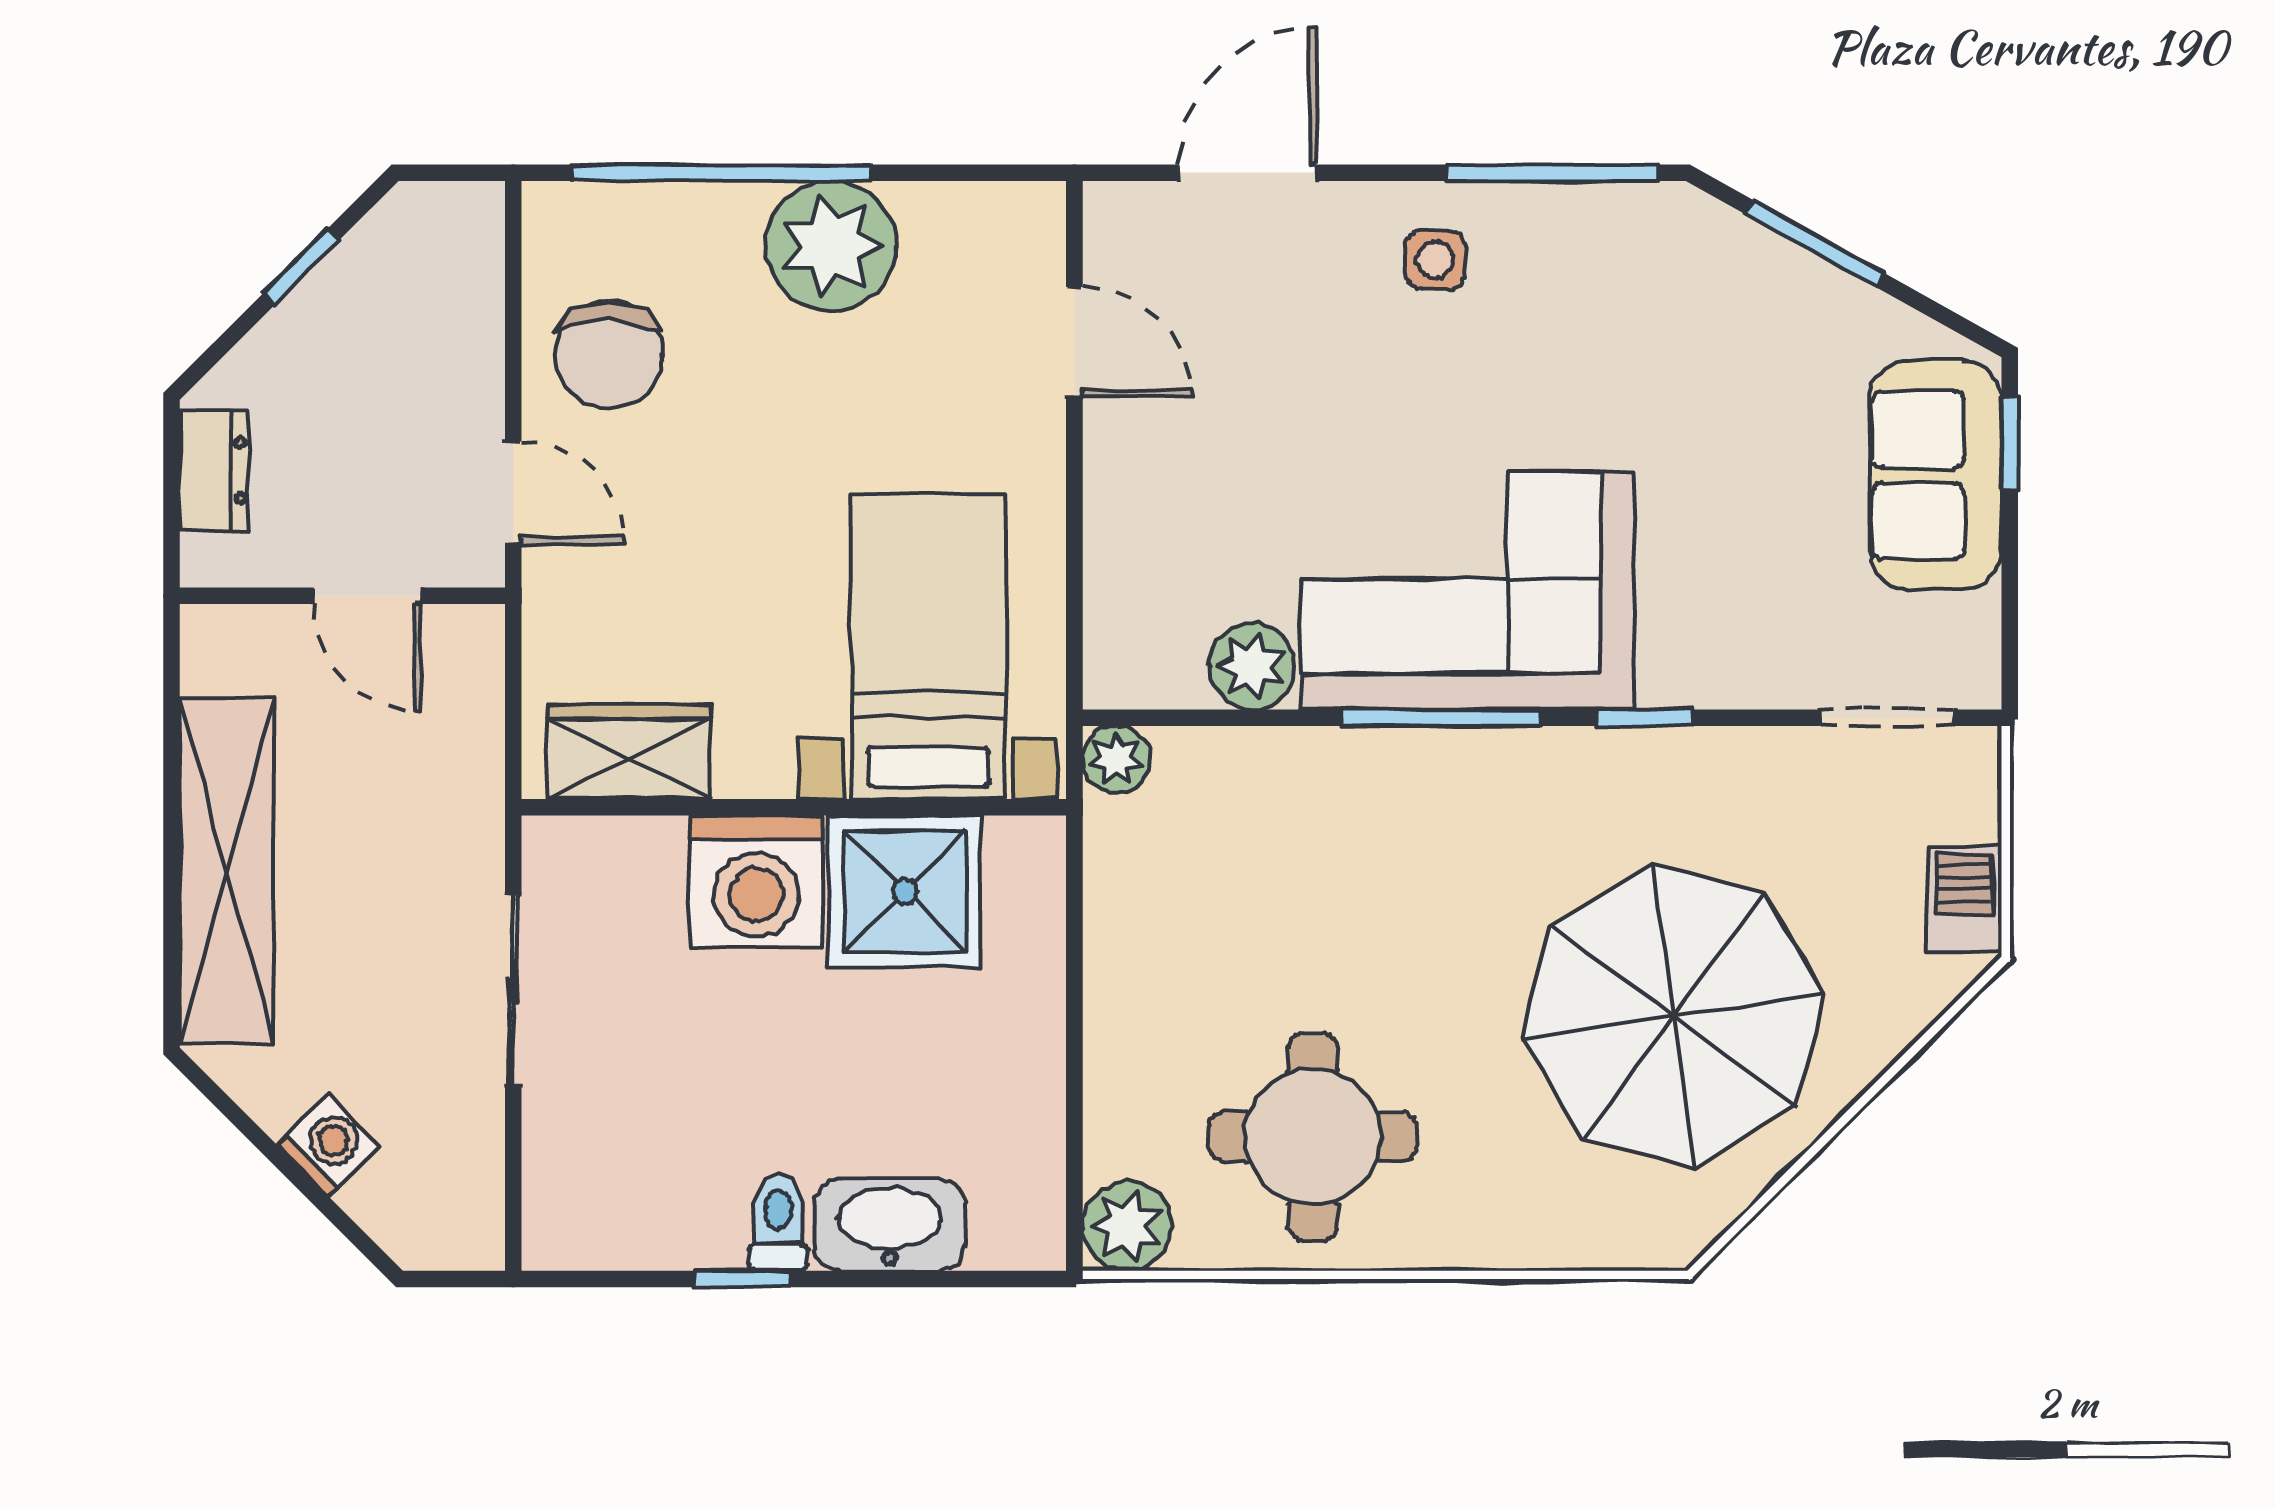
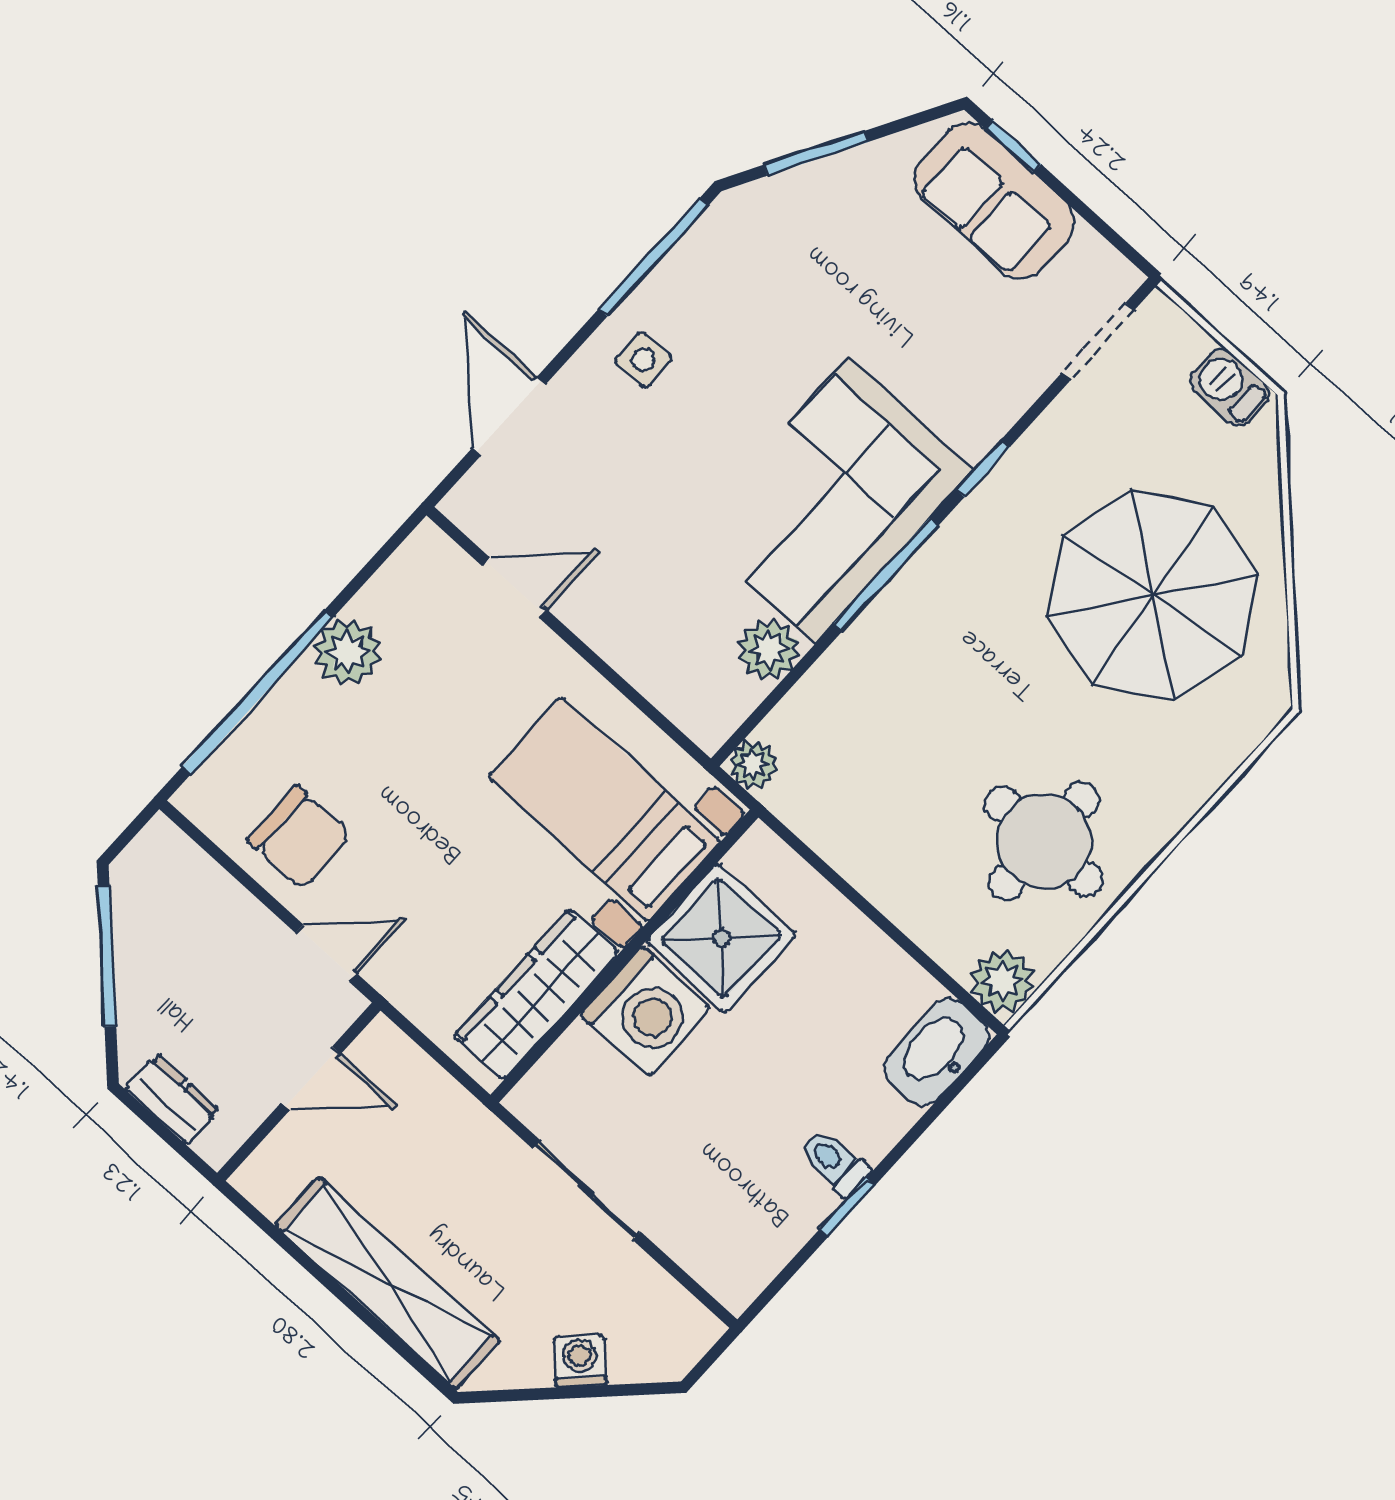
plant: (831, 246) -> (348, 652), width x0.73, depth x0.73
window: (302, 266) -> (107, 956), width x2.17
wardrobe: (629, 752) -> (536, 994), width x1.50
washbasin: (890, 1225) -> (937, 1052), moved

